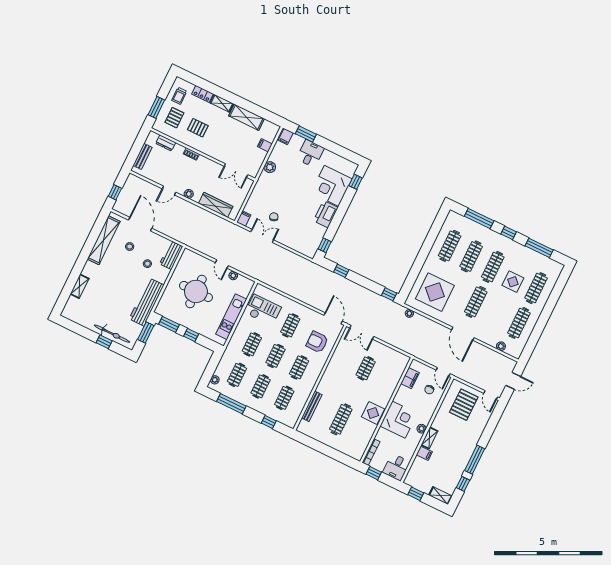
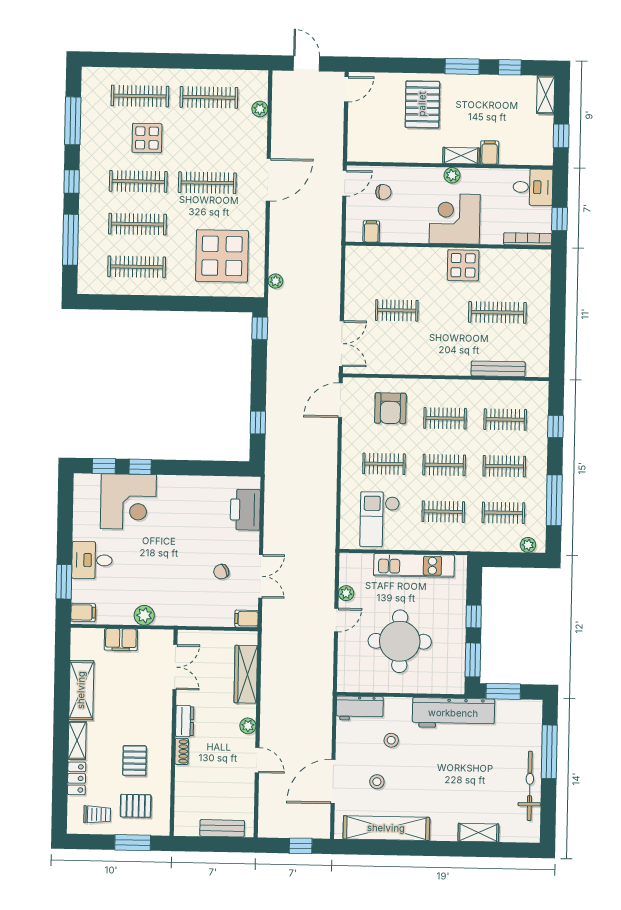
dresser: (166, 143) -> (185, 721), moved
filing cabinet: (265, 145) -> (121, 640), width x2.00
printer: (326, 214) -> (245, 510), moved, turned 90
double door: (262, 236) -> (261, 576), swing flipped
window: (325, 245) -> (140, 467), moved
bicycle: (112, 334) -> (530, 786), moved
window: (104, 342) -> (549, 752), width x2.17
filing cabinet: (410, 378) -> (371, 231), width x0.50
pallet: (464, 405) -> (422, 104), moved, turned 90
window: (475, 460) -> (462, 66), width x0.69

